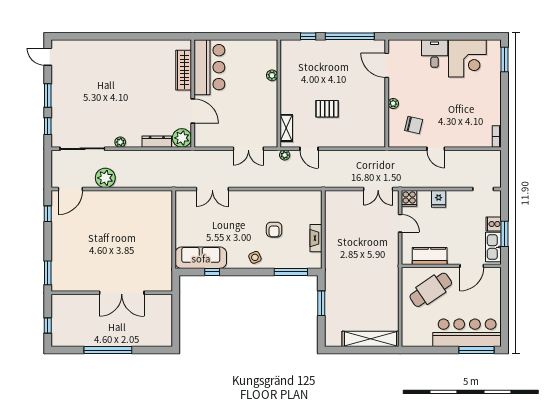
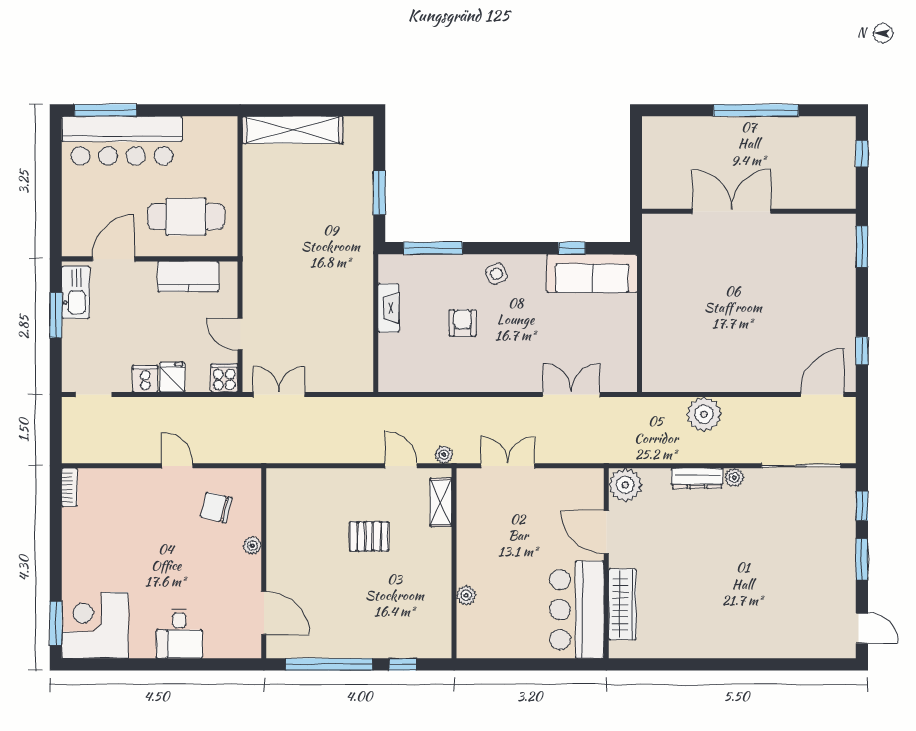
corner desk: (467, 58) -> (95, 625), moved
dresser: (157, 142) -> (697, 478), moved
plant: (105, 178) -> (704, 414), moved
cooker: (494, 224) -> (145, 379), moved, turned -90
cafe table: (431, 290) -> (186, 217), turned 34

